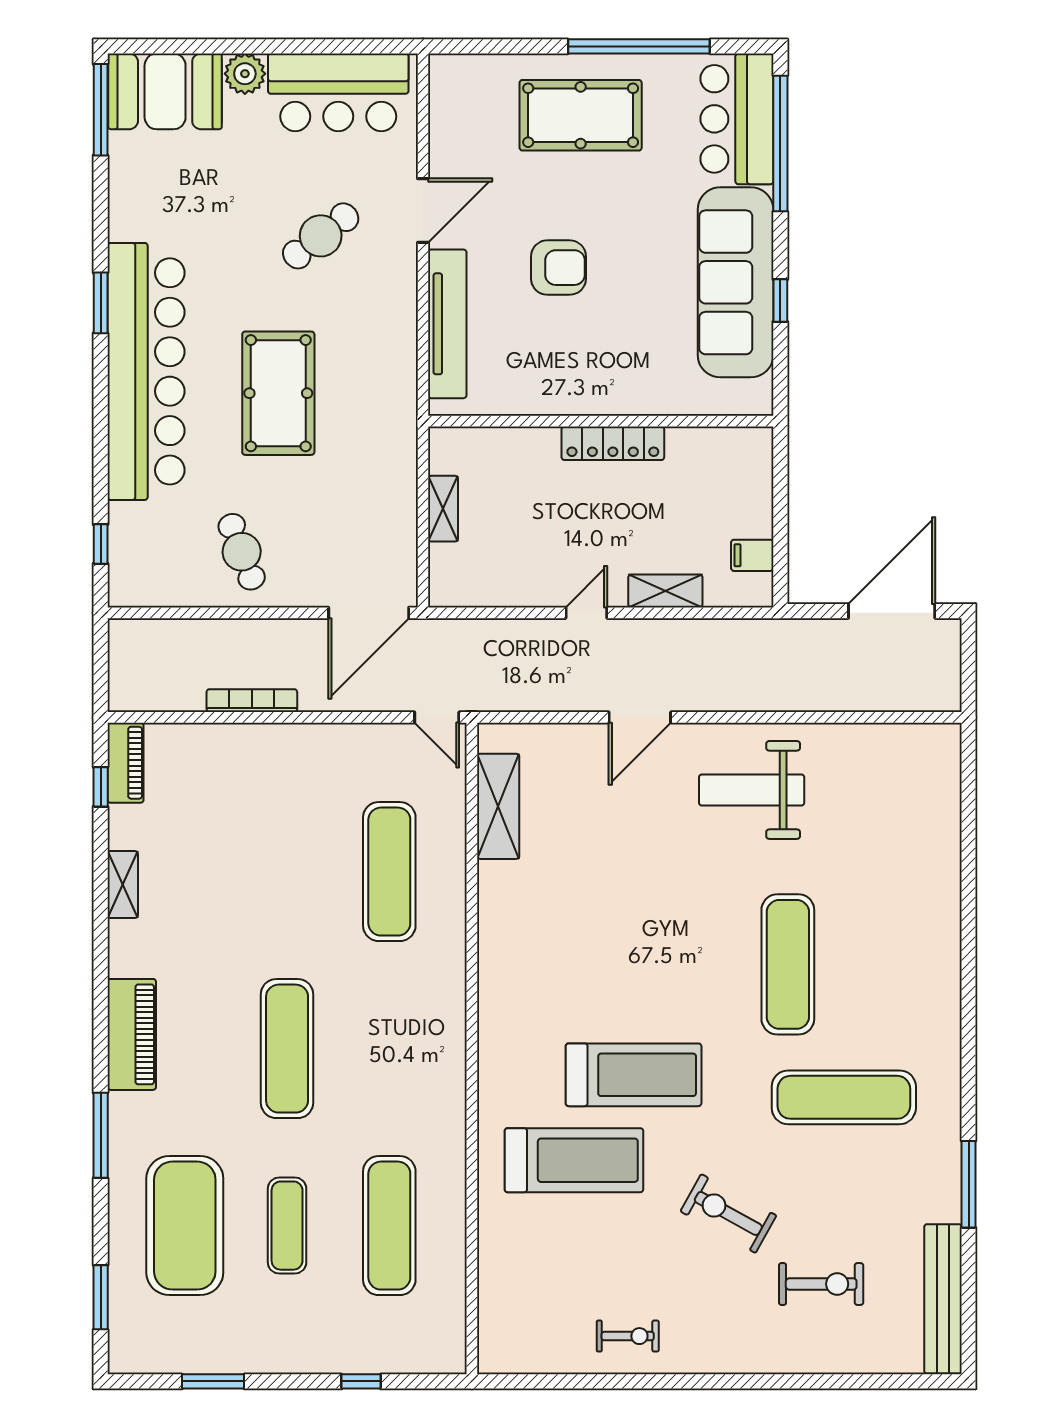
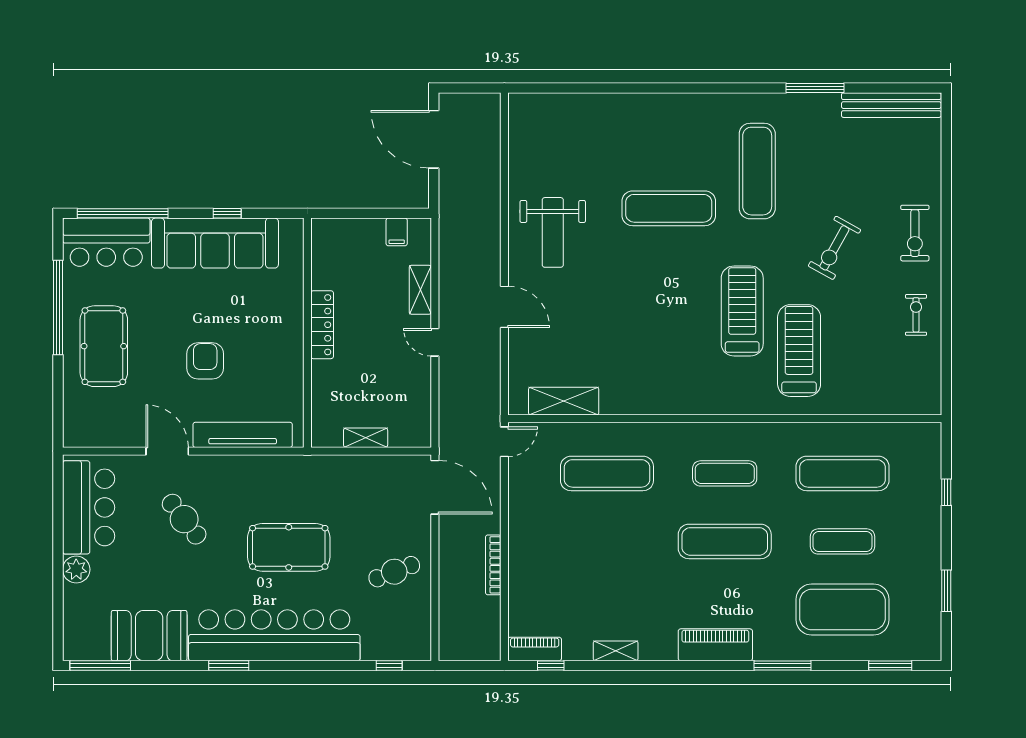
booth: (165, 91) -> (149, 636), moved, turned 90
exercise mat: (389, 1049) -> (725, 473), added
exercise bike: (821, 1284) -> (915, 233), moved, turned 180

